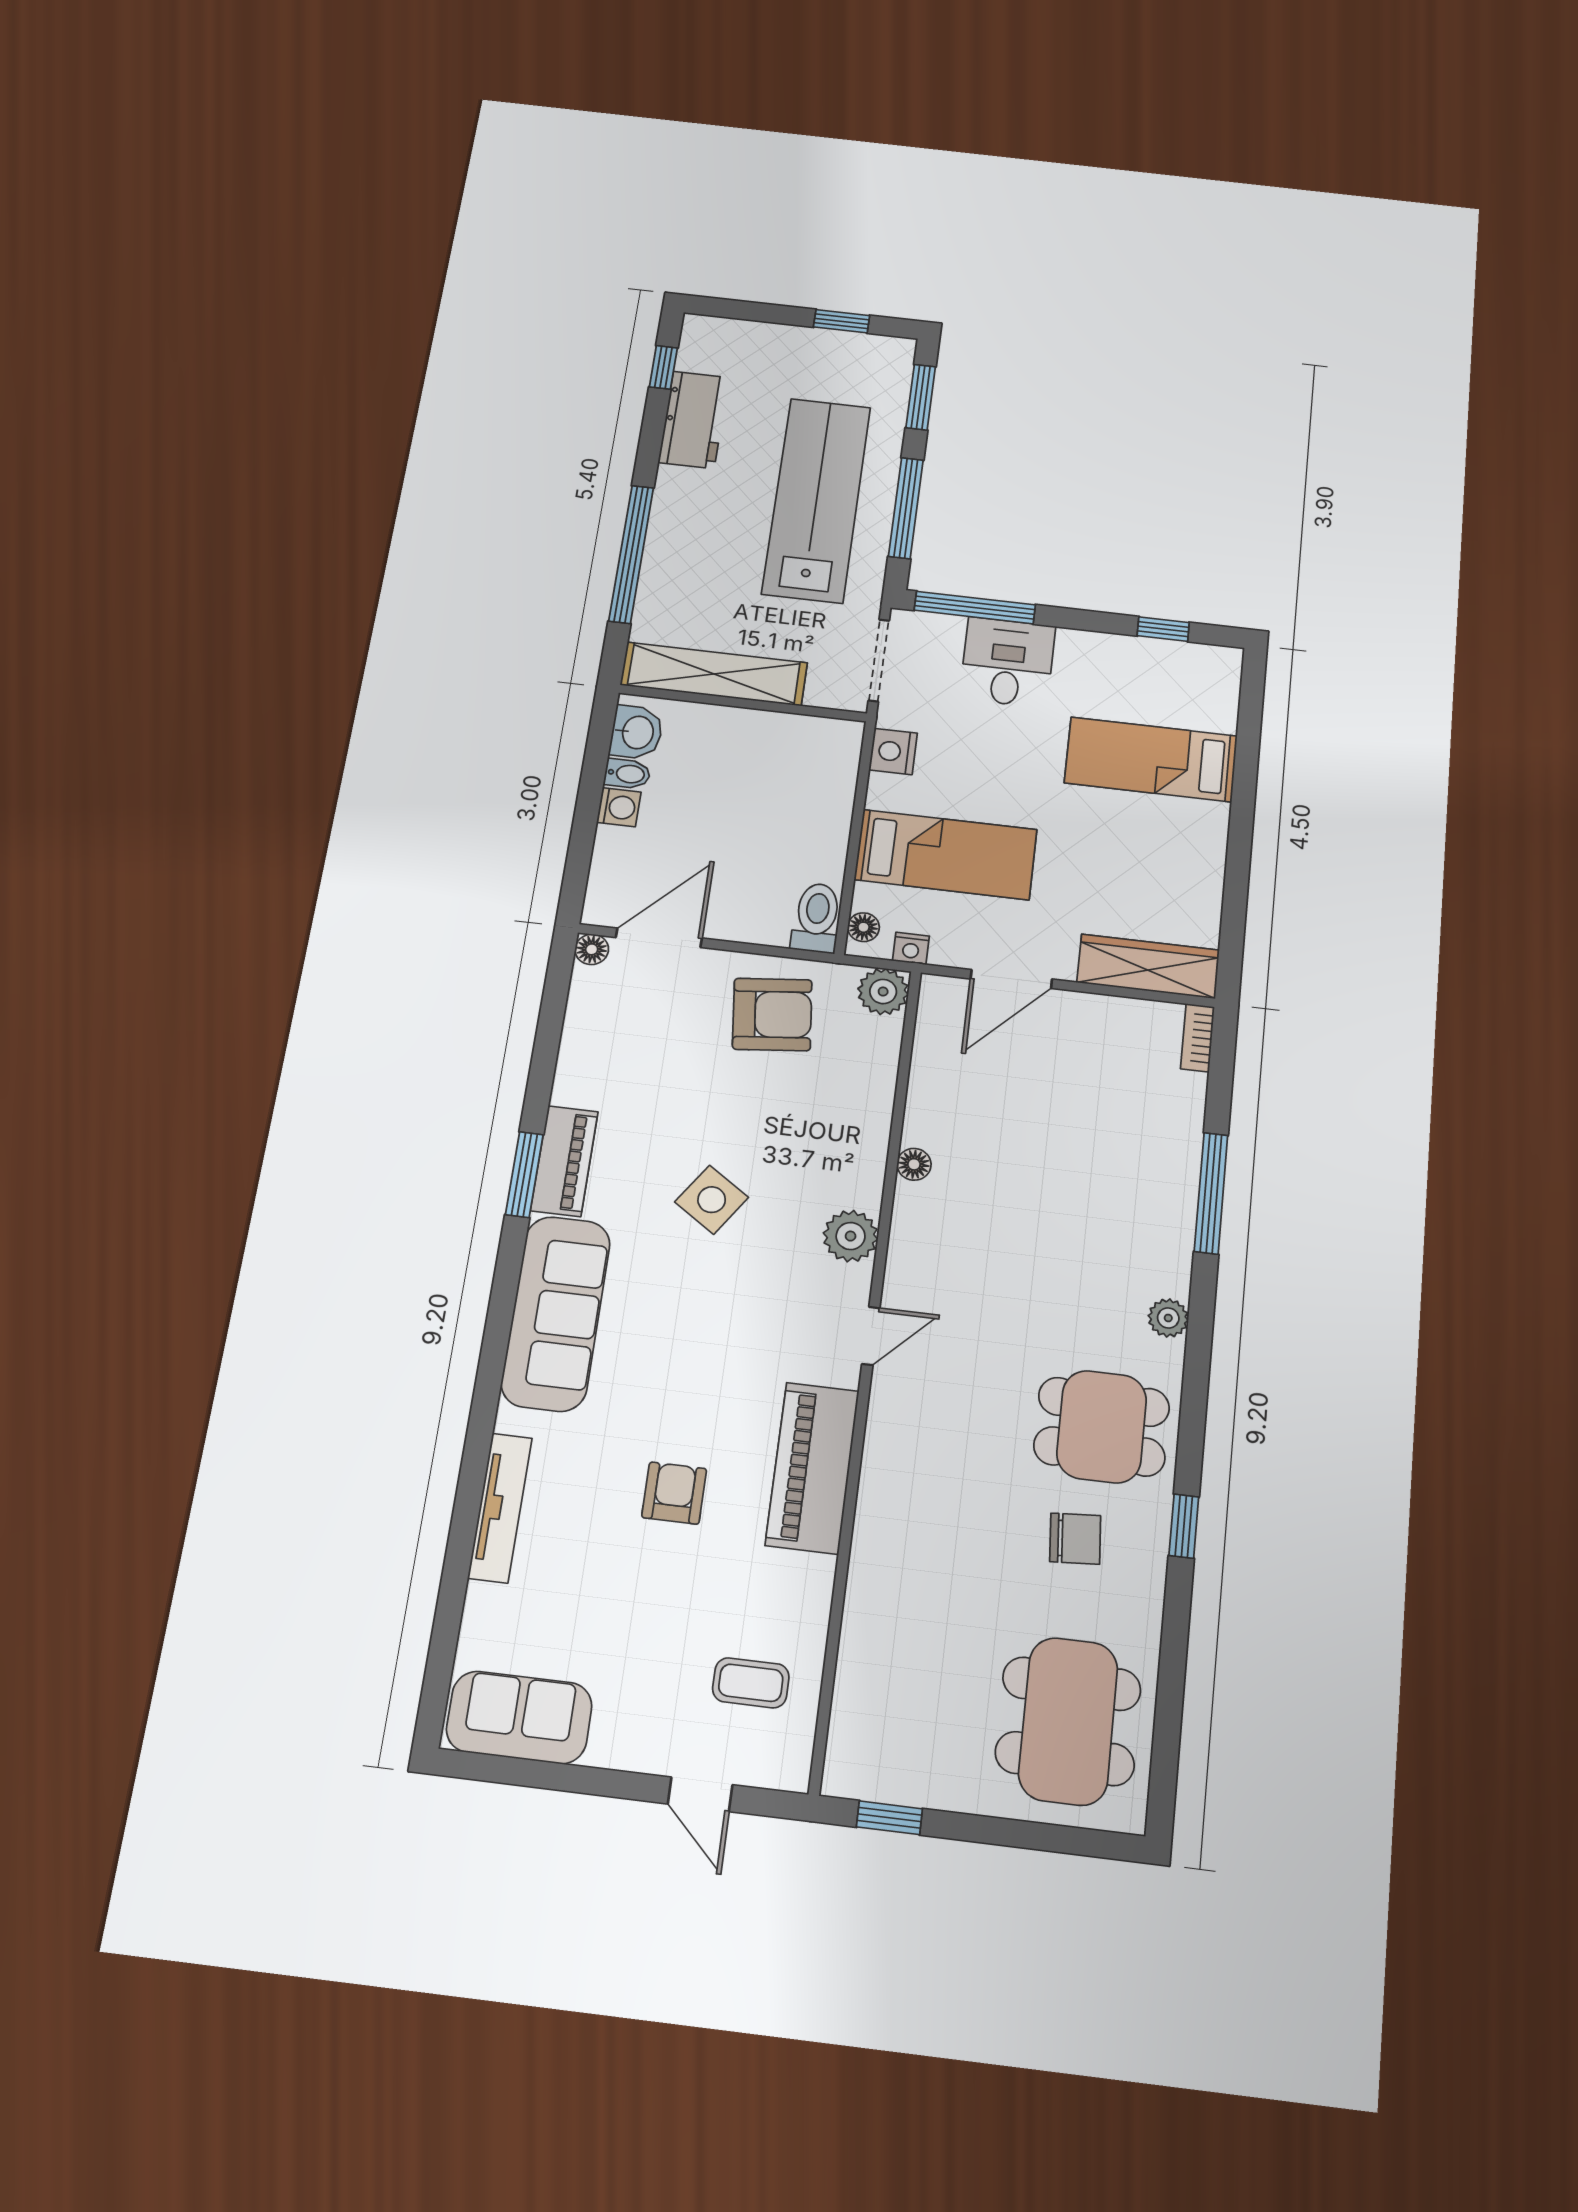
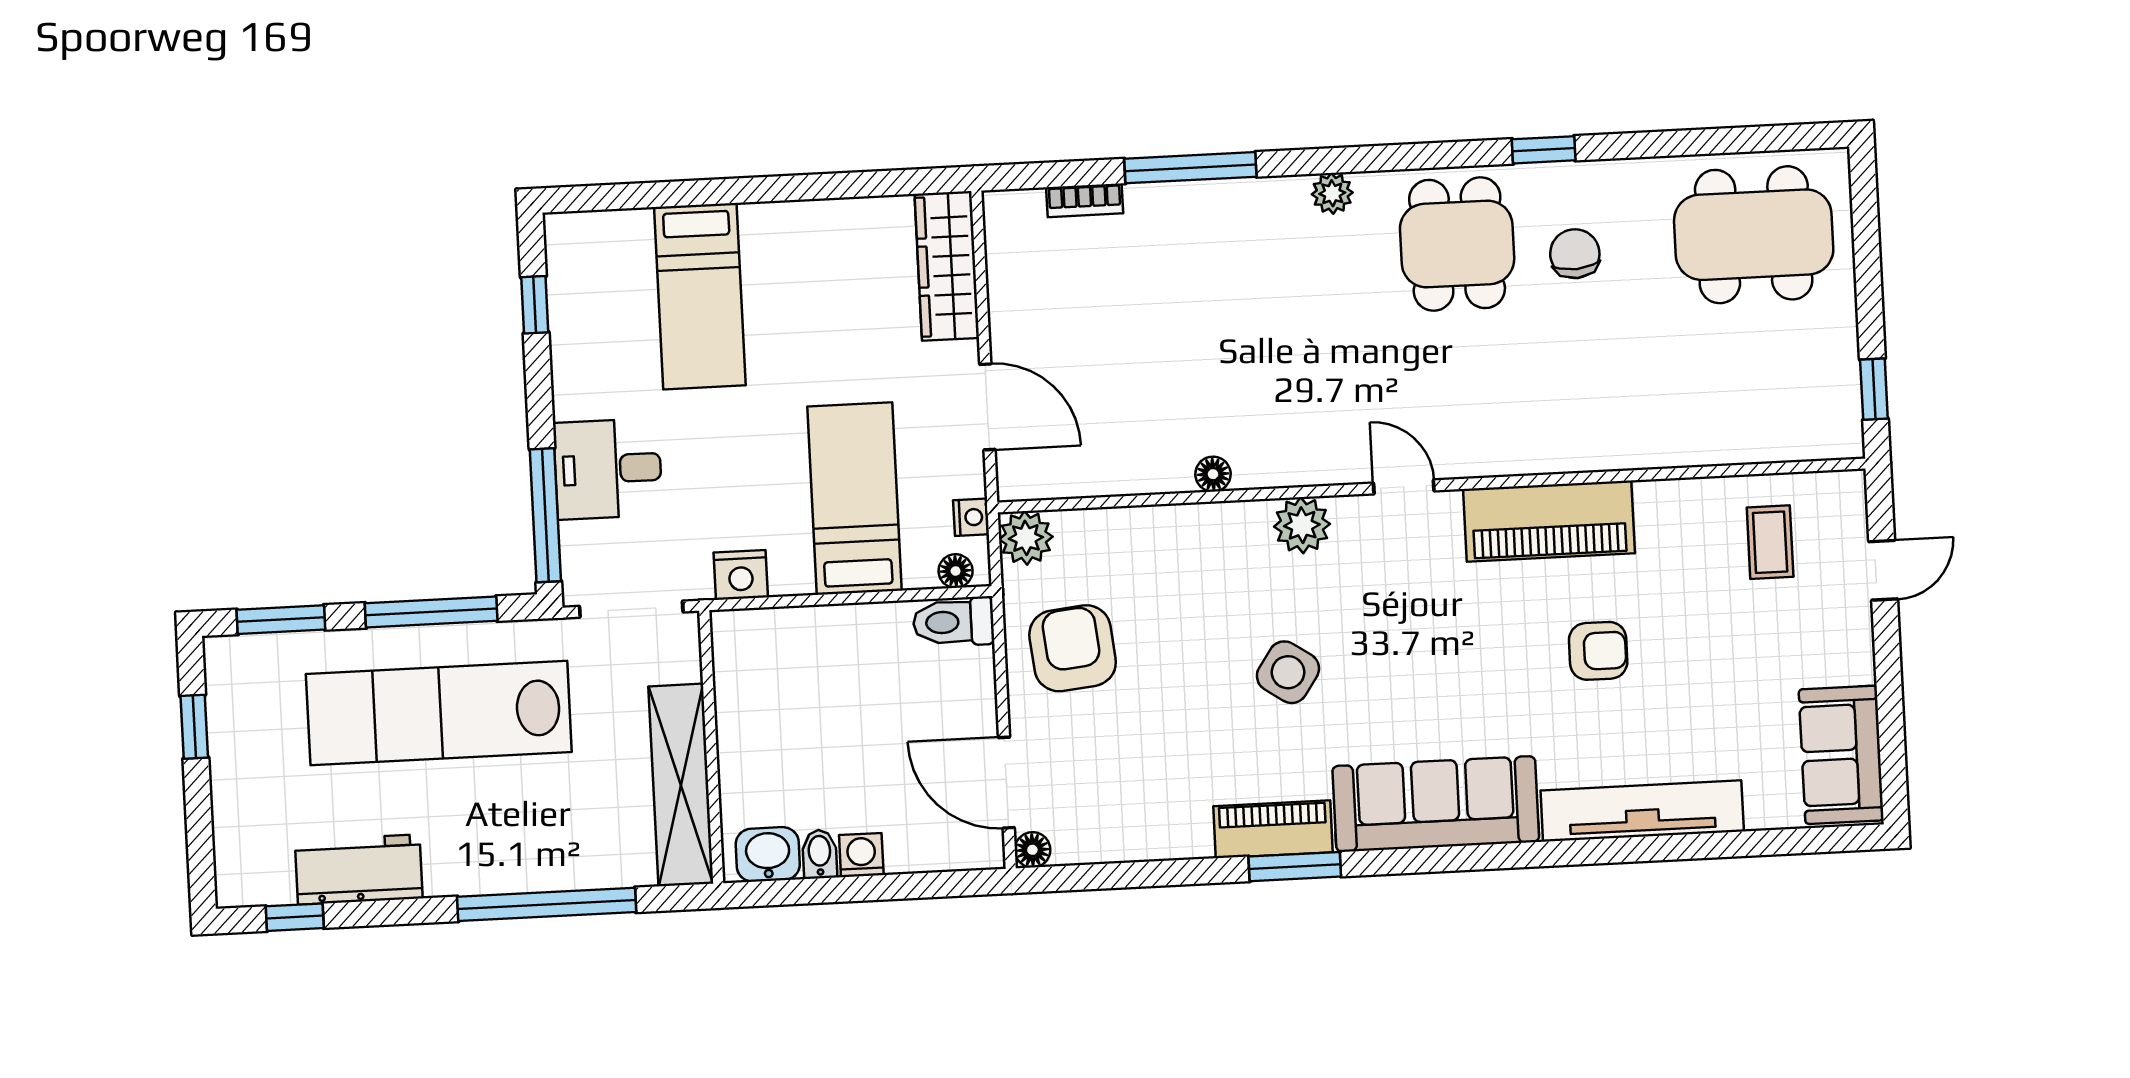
bookcase: (1198, 1038) -> (1085, 200), moved
armchair: (674, 1493) -> (1598, 651), turned 180
tv unit: (500, 1508) -> (1642, 811), width x1.36, depth x1.29

